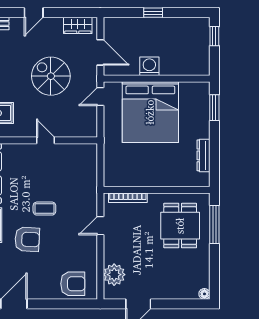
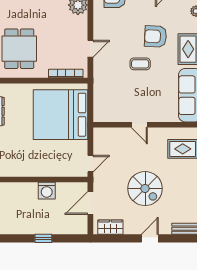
door: (100, 52) -> (90, 203), hinge flipped
spiral stairs: (51, 76) -> (145, 189), moved
bed: (150, 112) -> (61, 115), moved, turned -90

